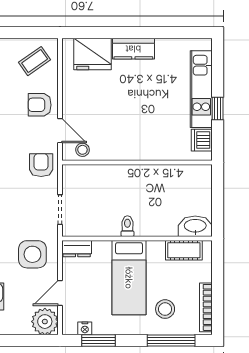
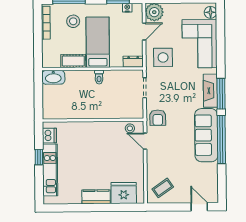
armchair: (40, 105) -> (159, 158), removed
cot: (184, 250) -> (73, 61), moved

